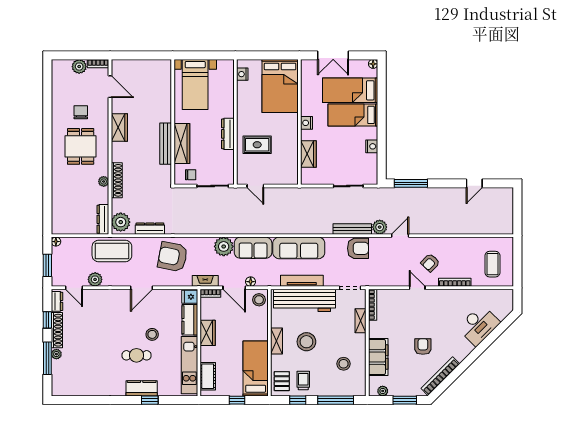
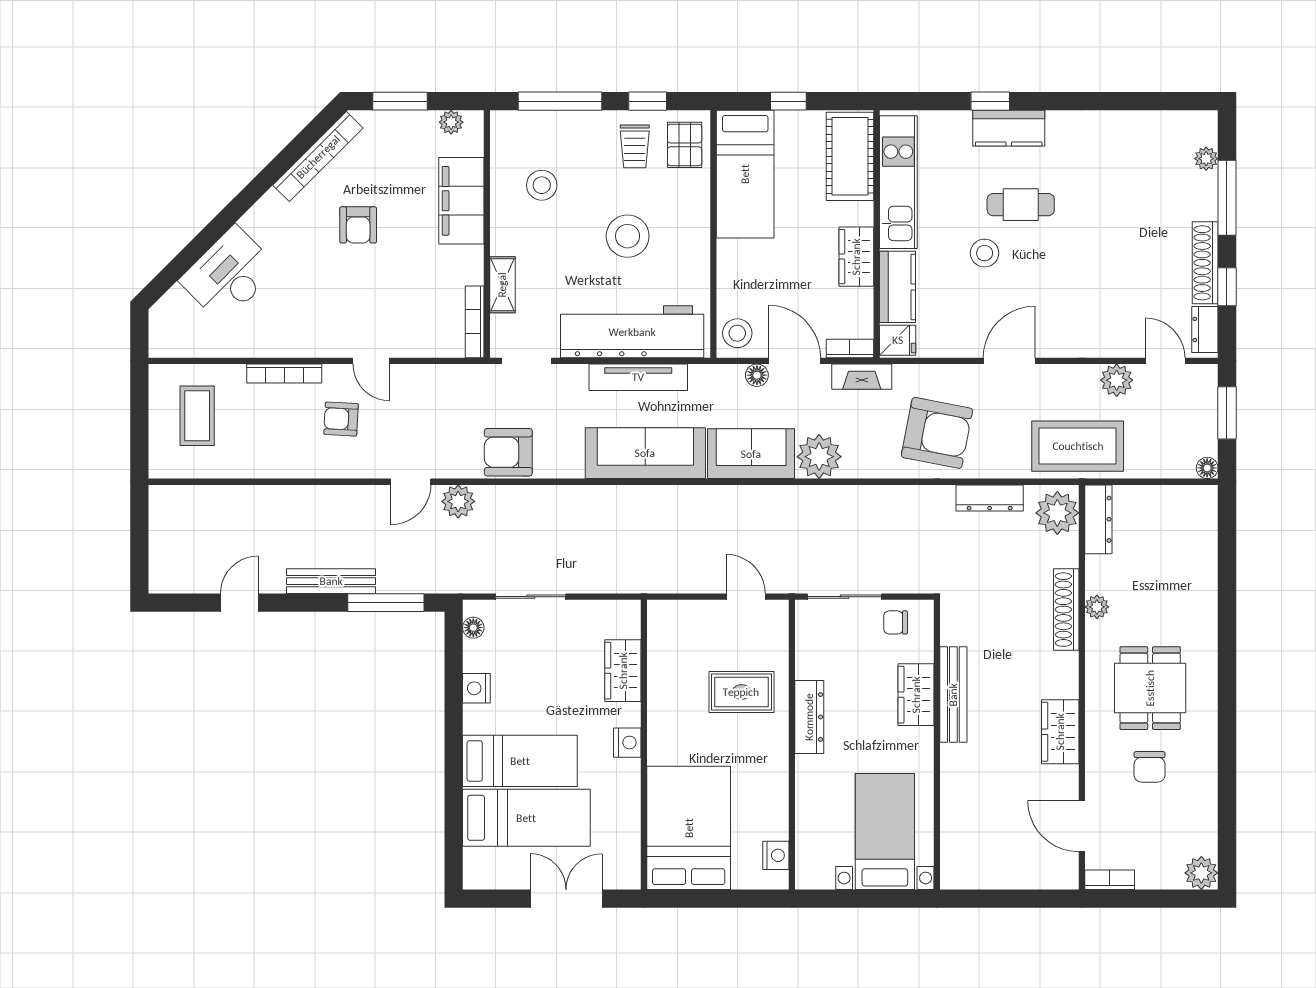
floor lamp: (373, 64) -> (473, 628), moved
plant: (79, 67) -> (1201, 873), moved
wardrobe: (182, 144) -> (916, 695), width x0.67
bench: (352, 229) -> (331, 581), moved
armchair: (430, 263) -> (341, 419), turned -131
shelving: (277, 341) -> (697, 238), removed
plant: (56, 354) -> (1206, 159), moved
cot: (208, 376) -> (850, 156), width x1.37, depth x1.34

